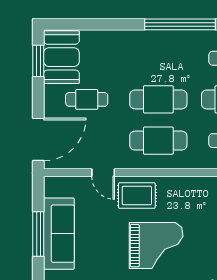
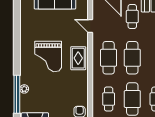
door: (103, 173) -> (90, 26), hinge flipped
rug: (137, 196) -> (78, 58), moved

